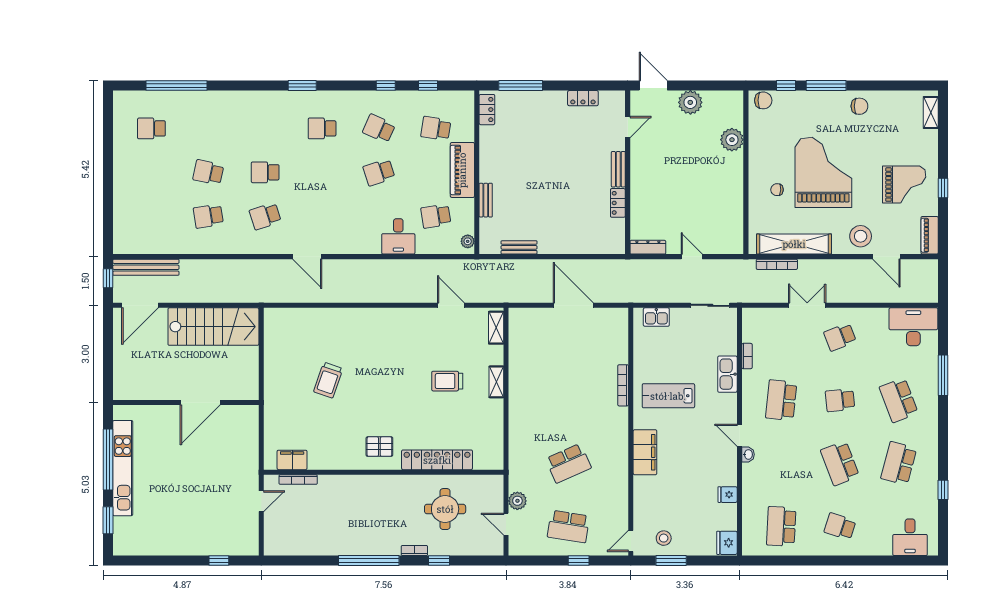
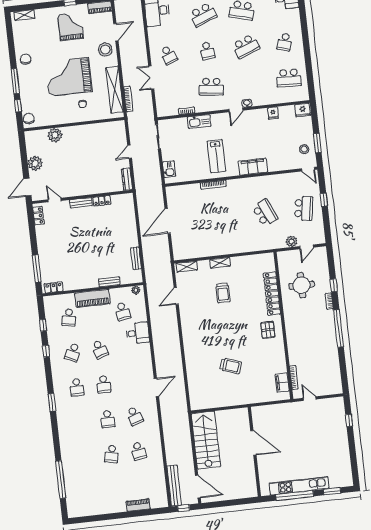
locker: (583, 98) -> (38, 216), moved
school desk: (151, 128) -> (104, 384), moved
piano: (121, 206) -> (138, 505), added

